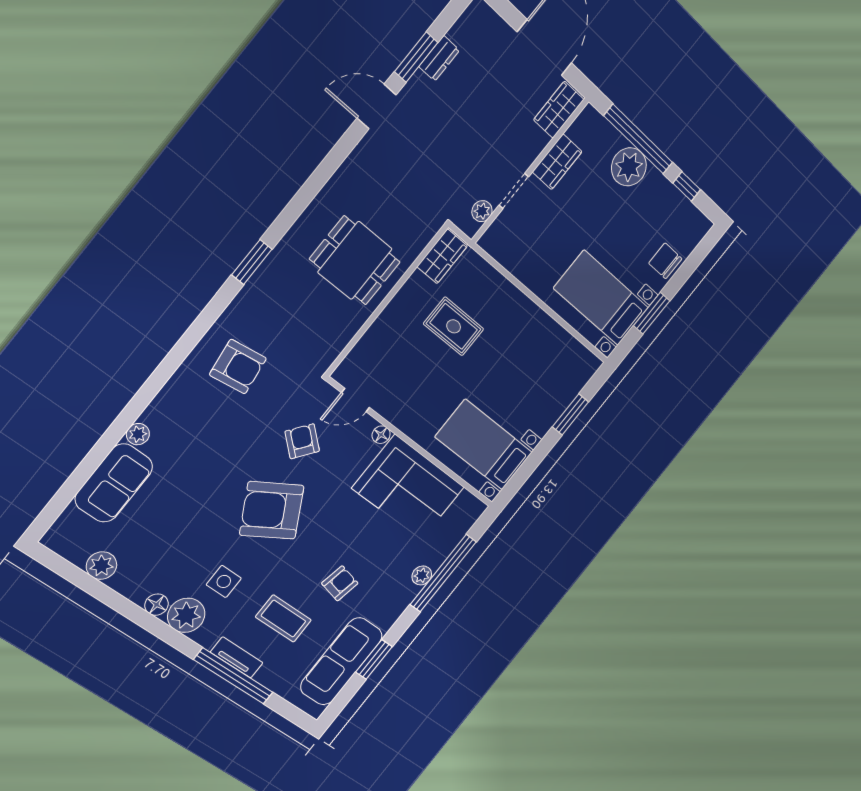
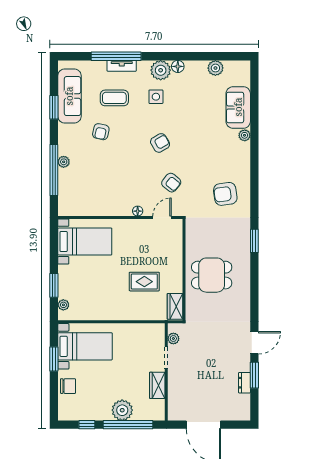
wardrobe: (559, 110) -> (175, 406), removed
plant: (581, 378) -> (63, 305), added
corner sofa: (408, 488) -> (105, 197), removed
armchair: (272, 510) -> (160, 143), width x0.53, depth x0.53

